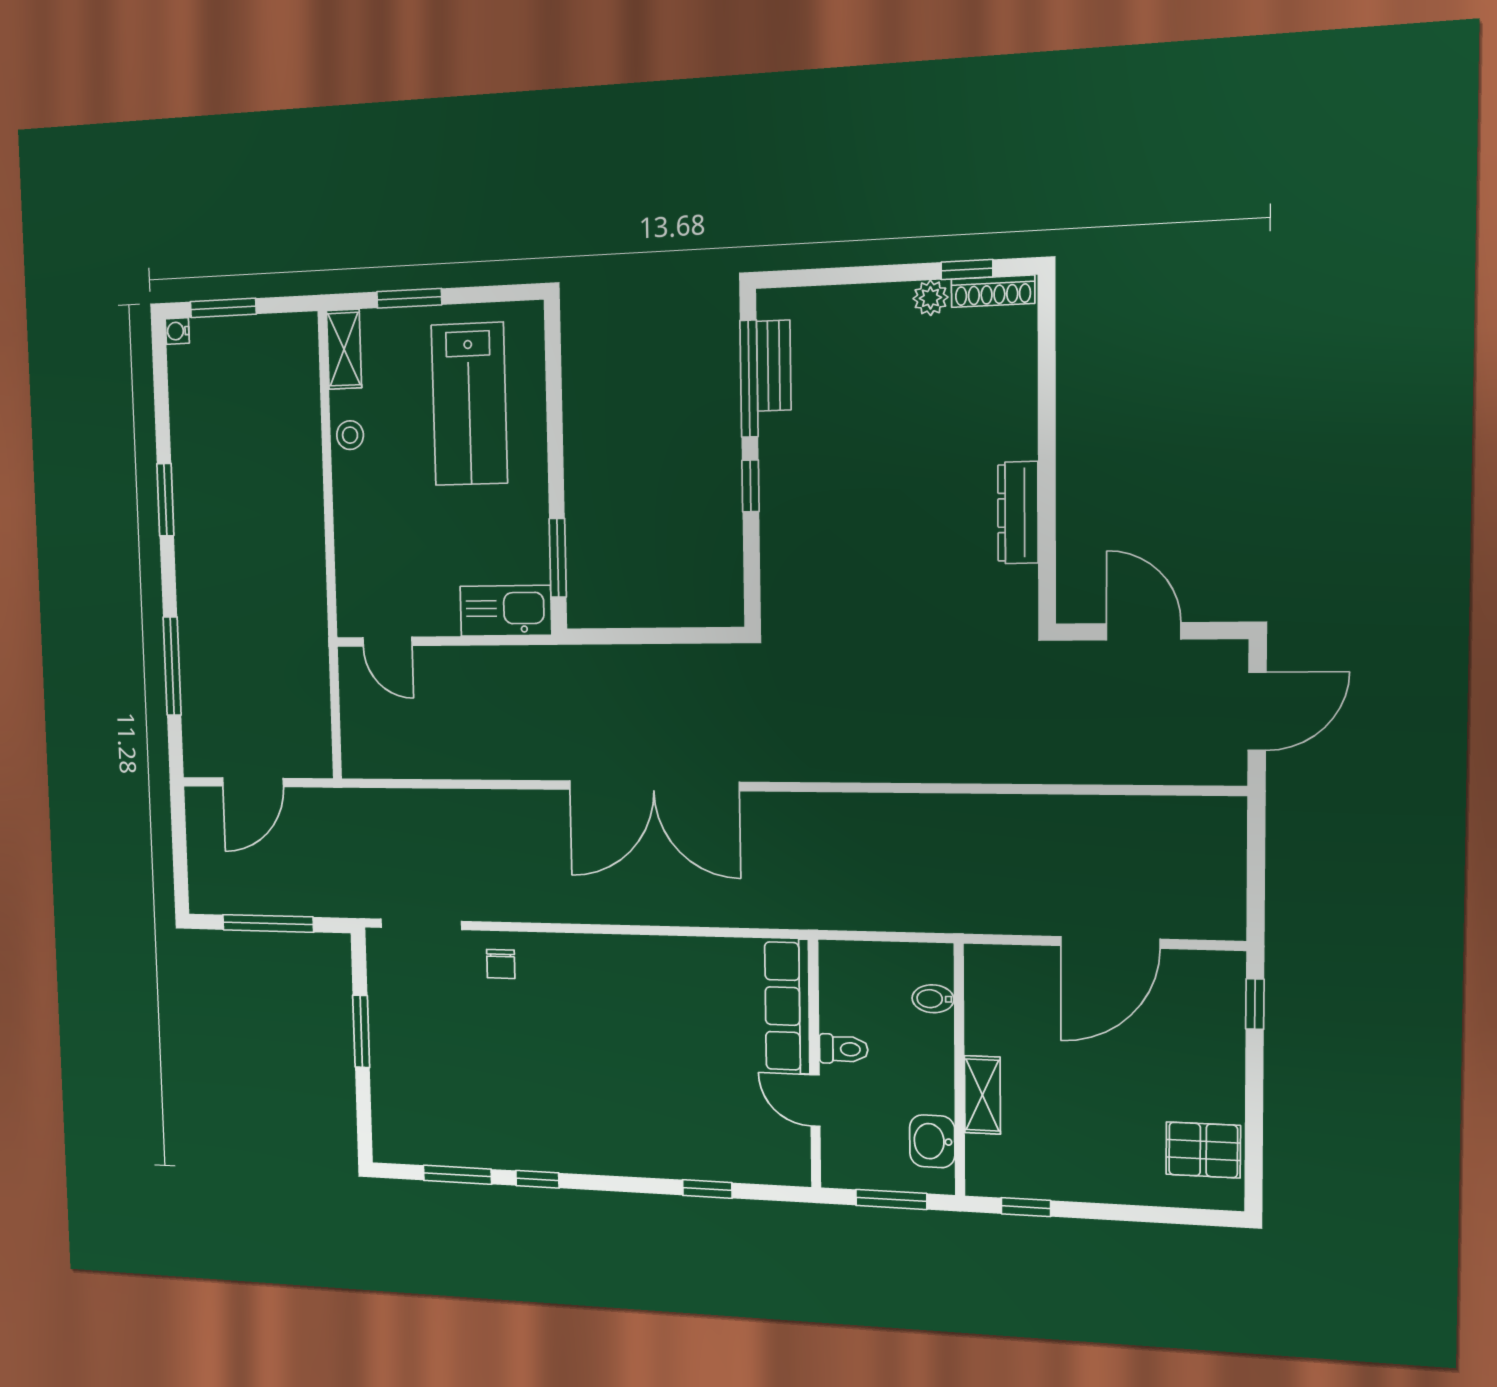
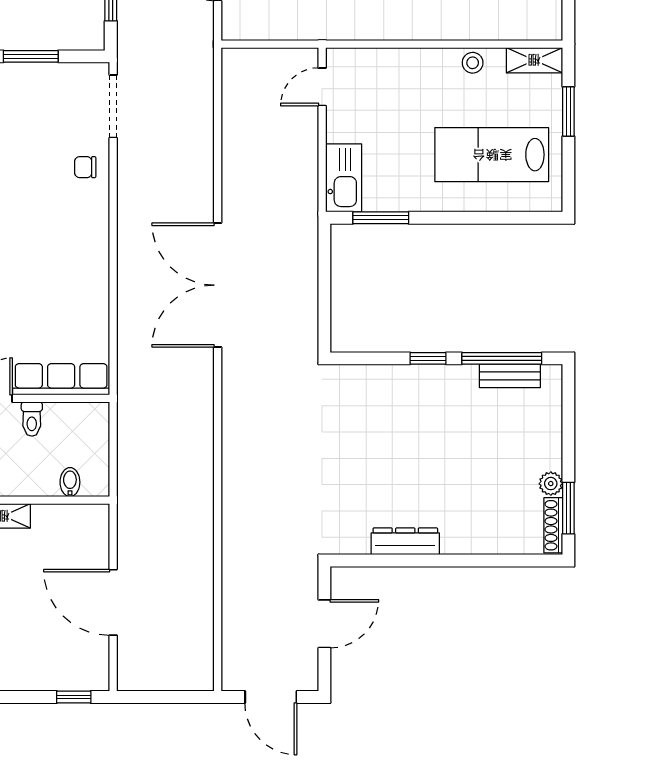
window: (967, 269) -> (568, 508), width x1.50

